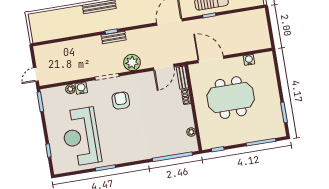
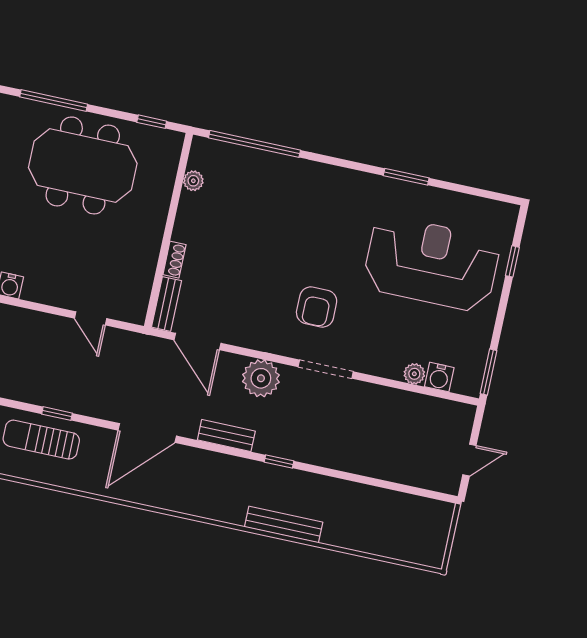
bench: (114, 38) -> (226, 436), moved
door: (211, 59) -> (91, 318), width x0.53
door: (164, 67) -> (197, 342), swing flipped
door: (36, 74) -> (469, 460), moved
water cooler: (81, 88) -> (439, 377), moved
meeting table: (231, 98) -> (83, 165), moved
reception desk: (81, 137) -> (432, 264), turned -90

